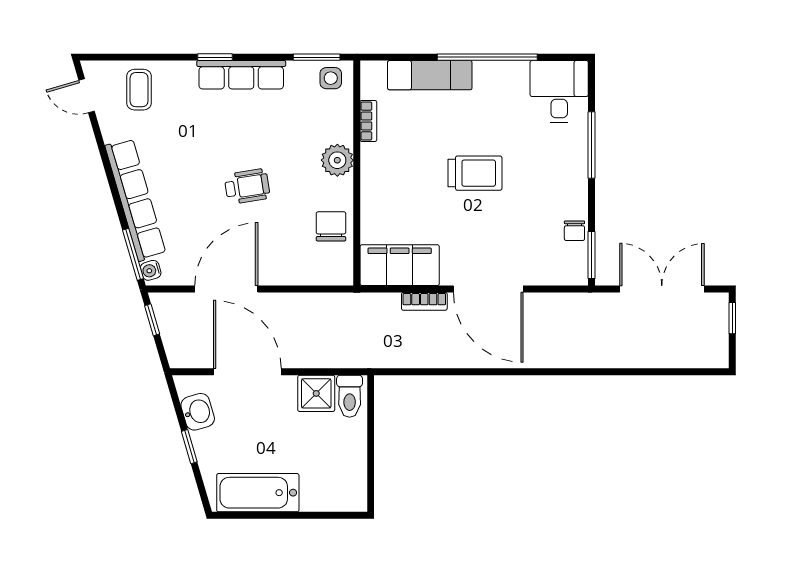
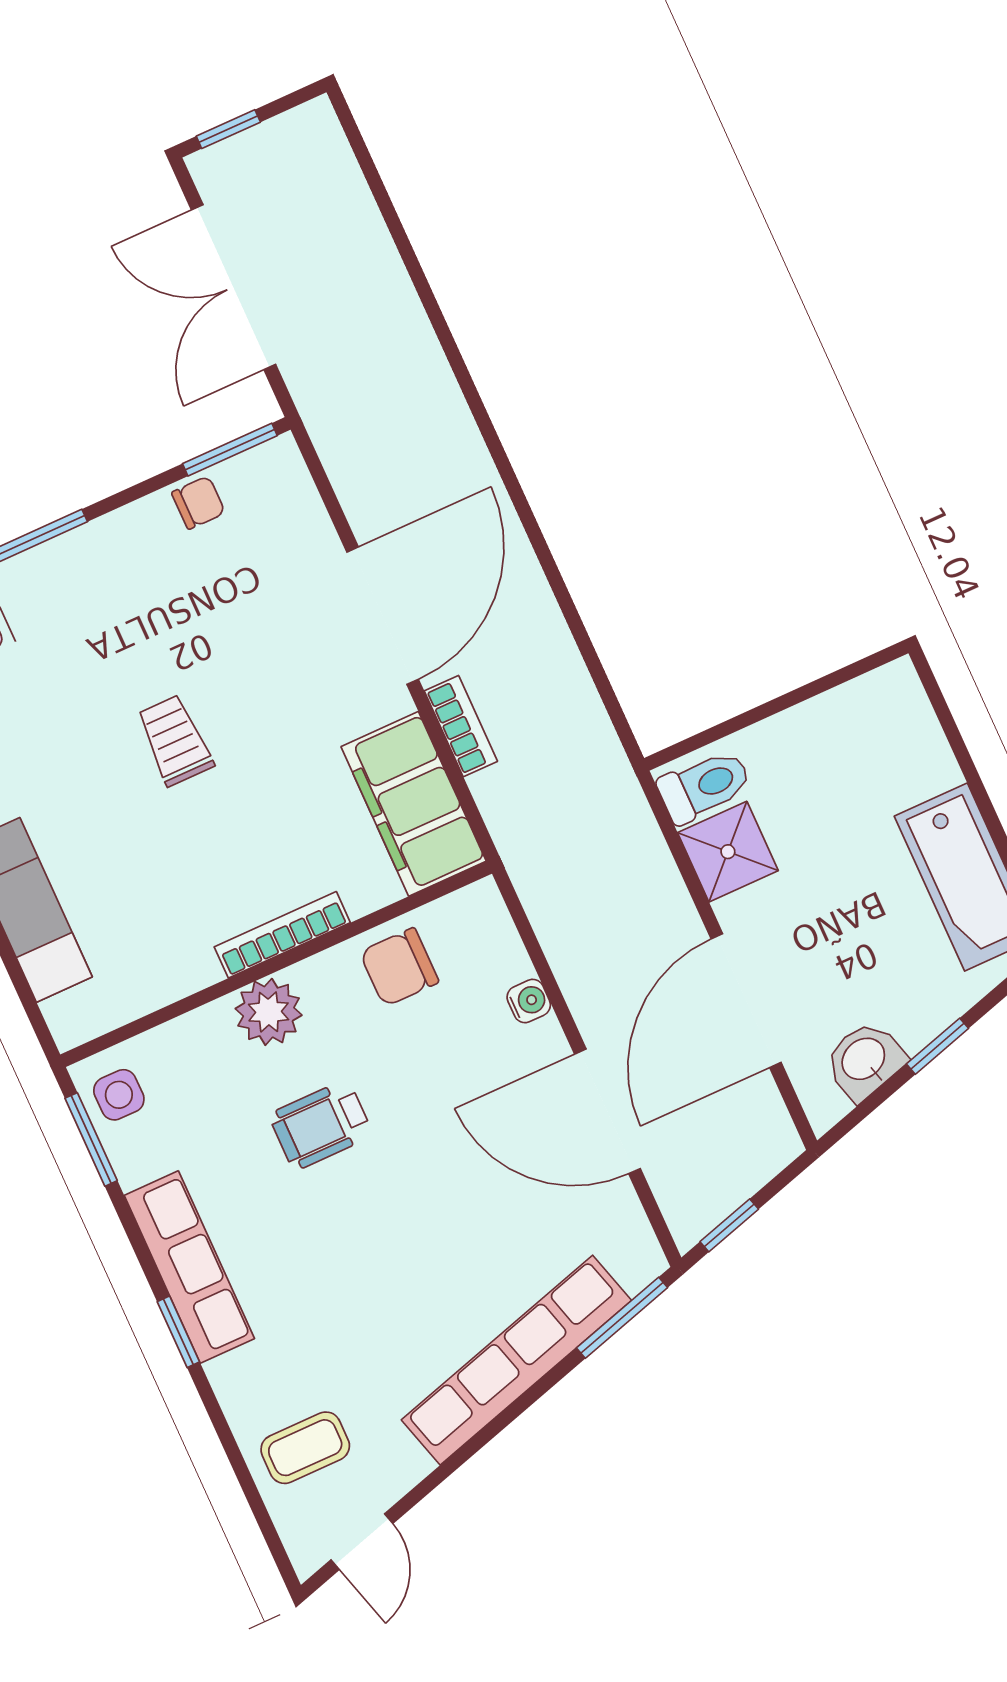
bookcase: (368, 121) -> (282, 935), moved, width x1.56
trolley: (475, 173) -> (175, 740), width x0.73, depth x0.72
wheelchair: (247, 186) -> (321, 1125), moved, turned -81
water cooler: (151, 270) -> (529, 1001), moved, turned -74

